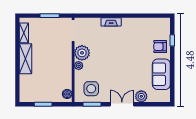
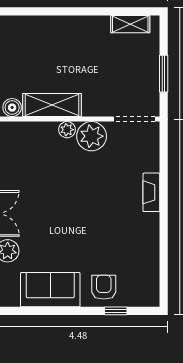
shelving: (26, 59) -> (52, 105), moved
side table: (91, 89) -> (22, 154), removed

